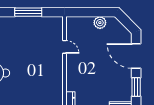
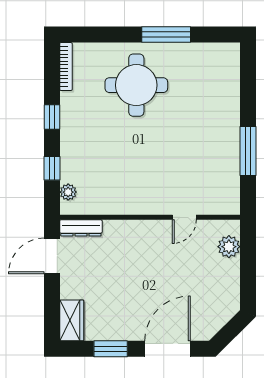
plant: (100, 23) -> (229, 247), moved

